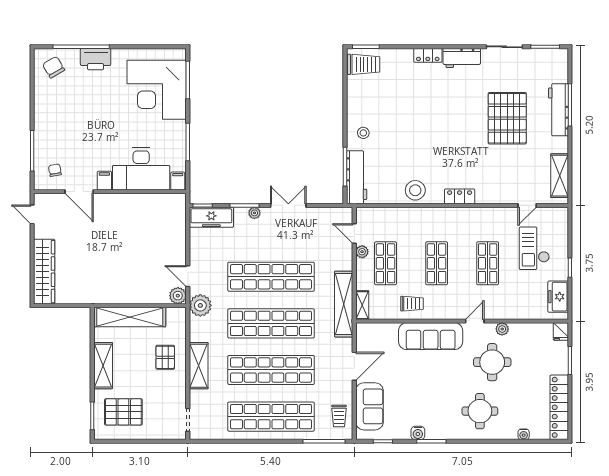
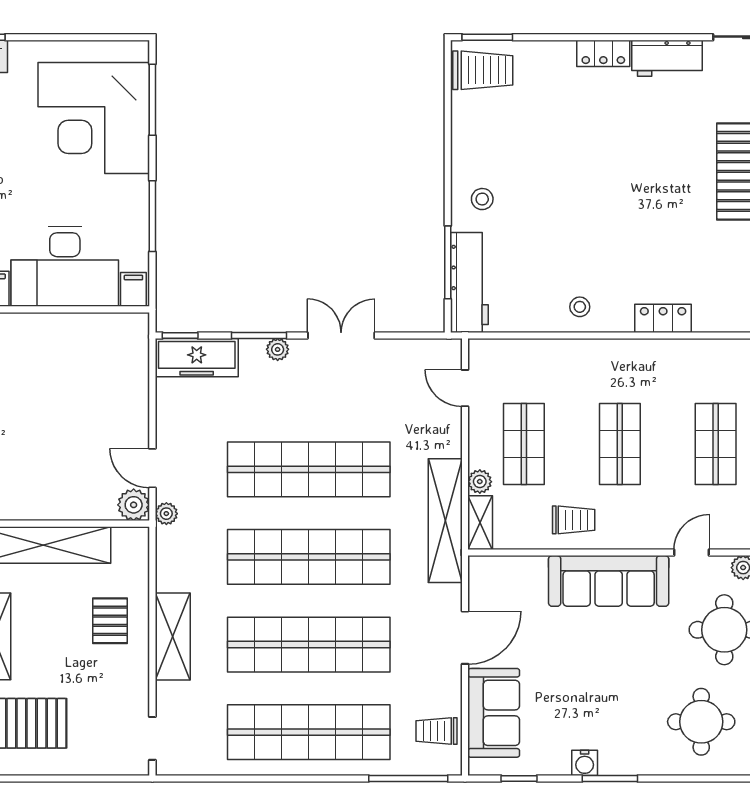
stool: (415, 190) -> (580, 307), width x0.53, depth x0.53
plant: (362, 252) -> (480, 482), moved
plant: (200, 305) -> (166, 514), width x0.53, depth x0.53
trolley: (339, 416) -> (436, 731), turned 90

